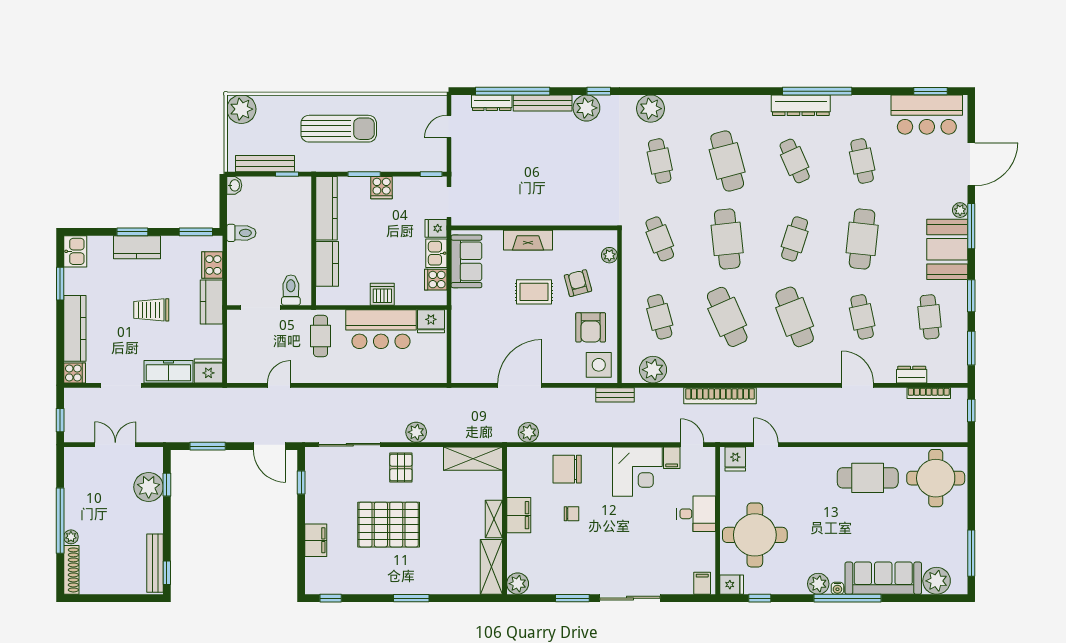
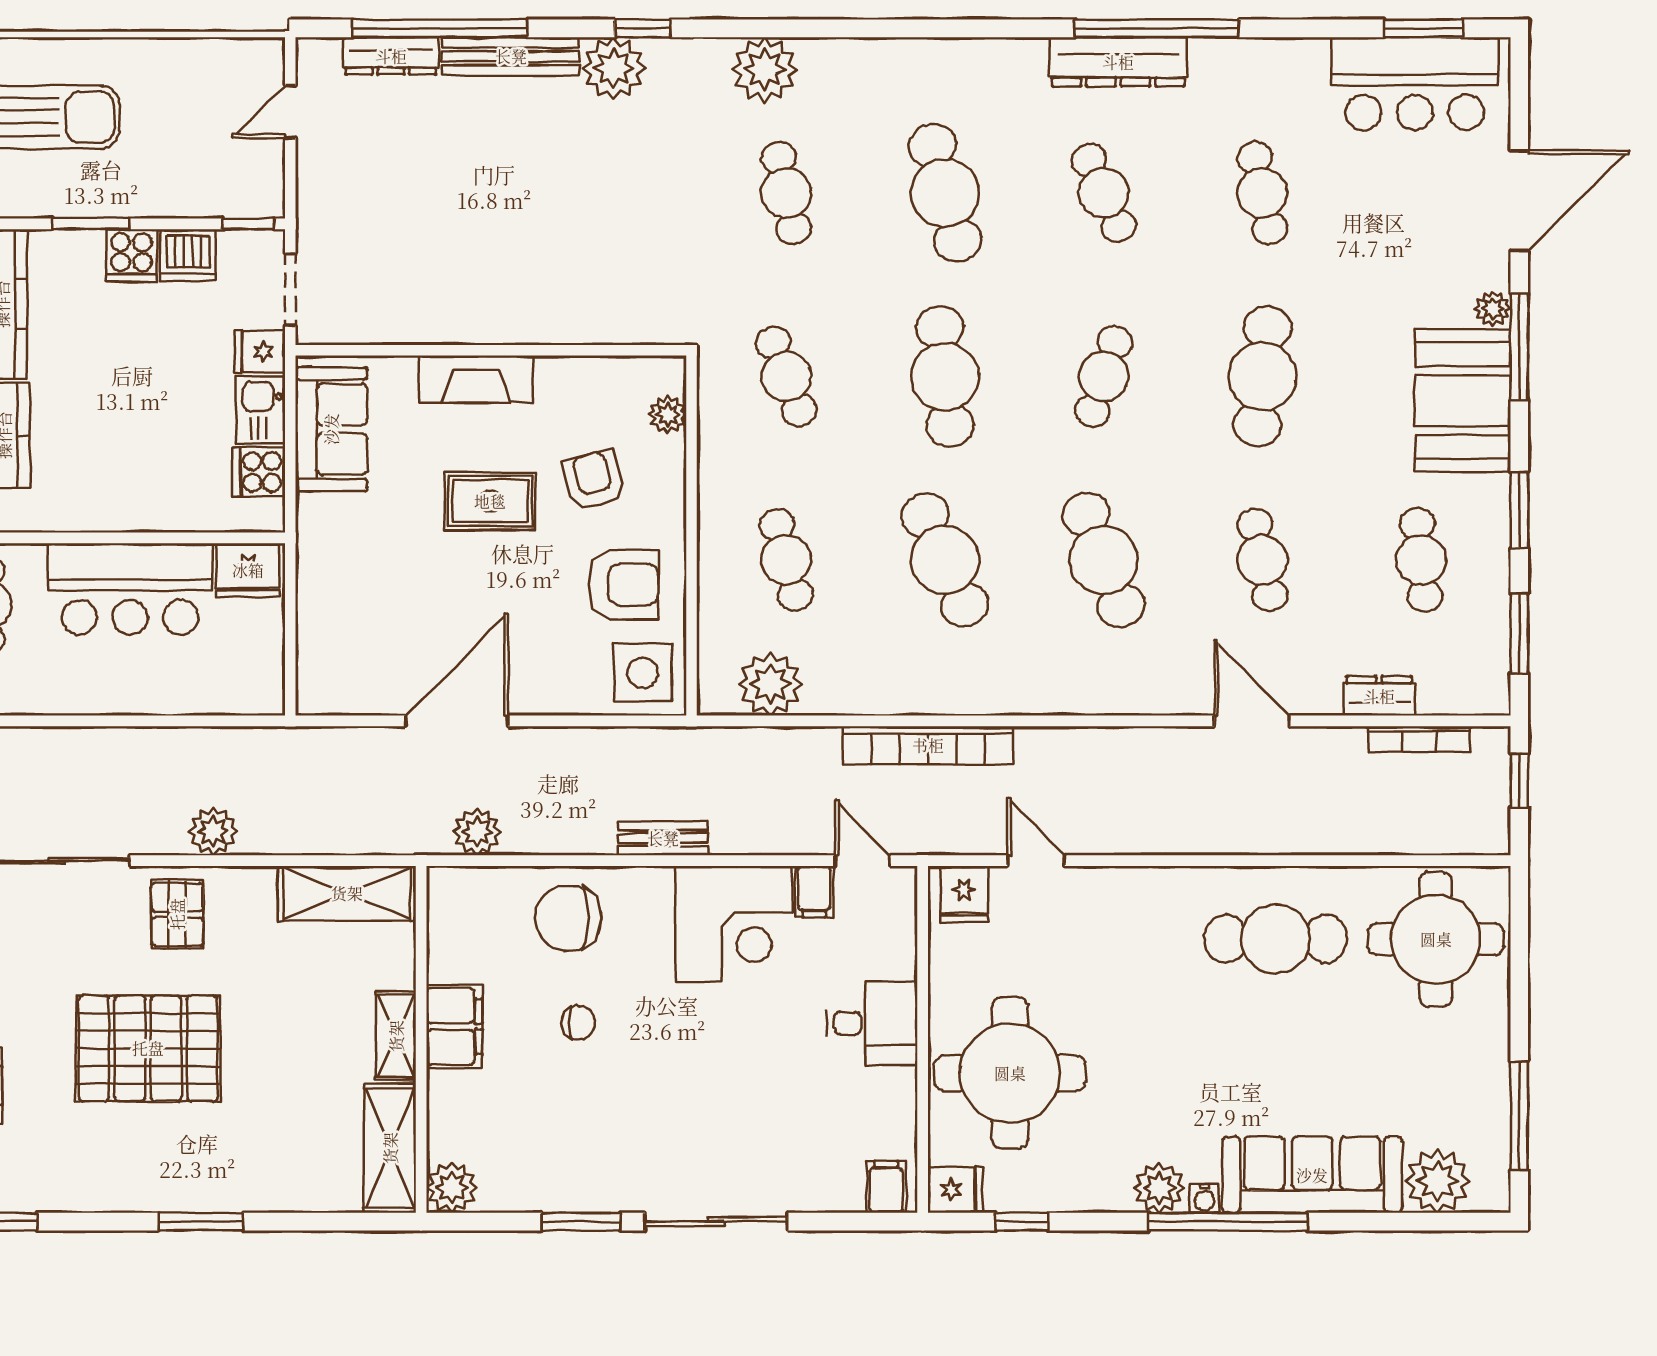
dishwasher: (382, 294) -> (188, 255), moved, turned 180
armchair: (591, 327) -> (624, 584), turned -90
bench: (615, 395) -> (663, 838), moved

